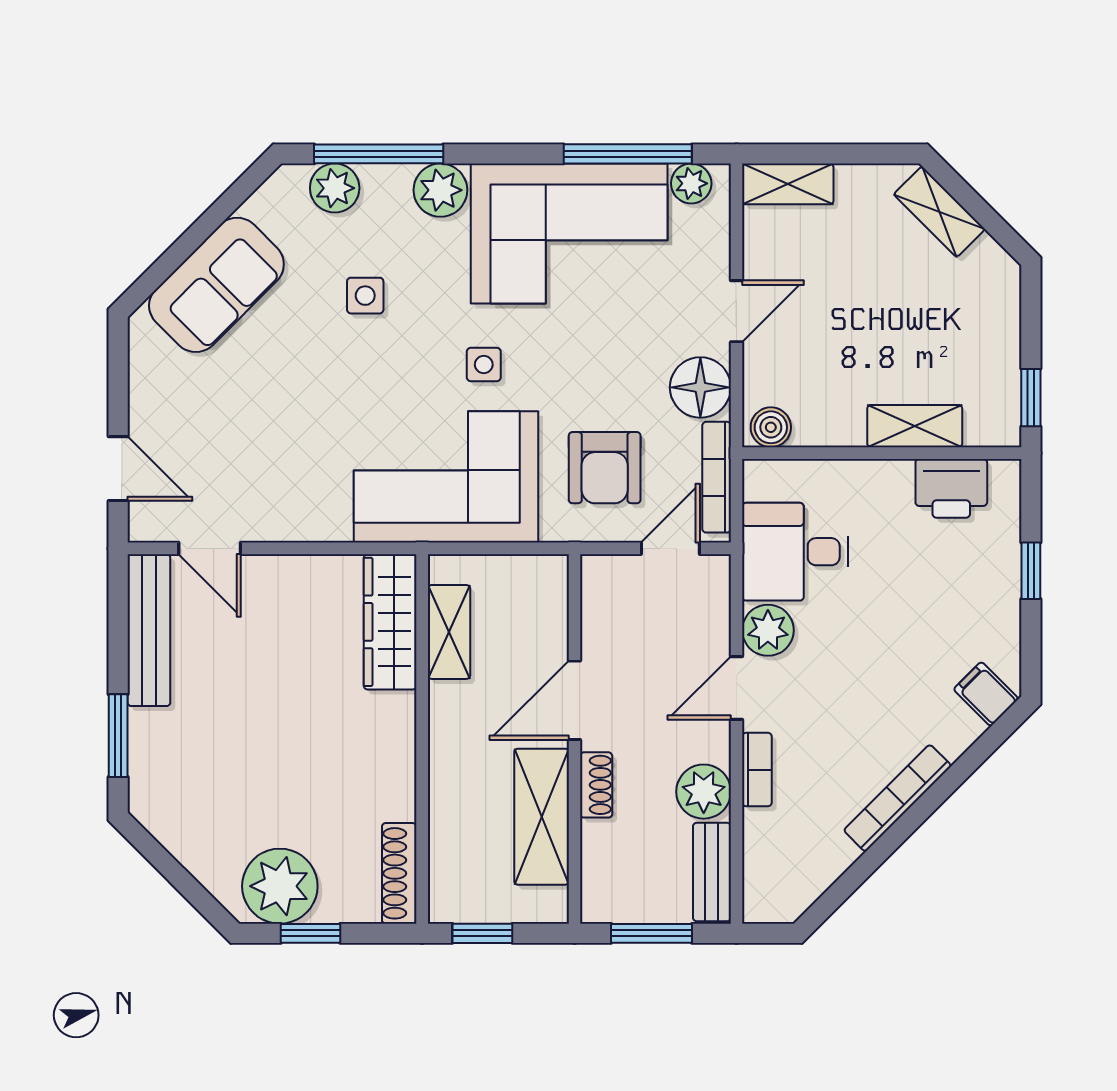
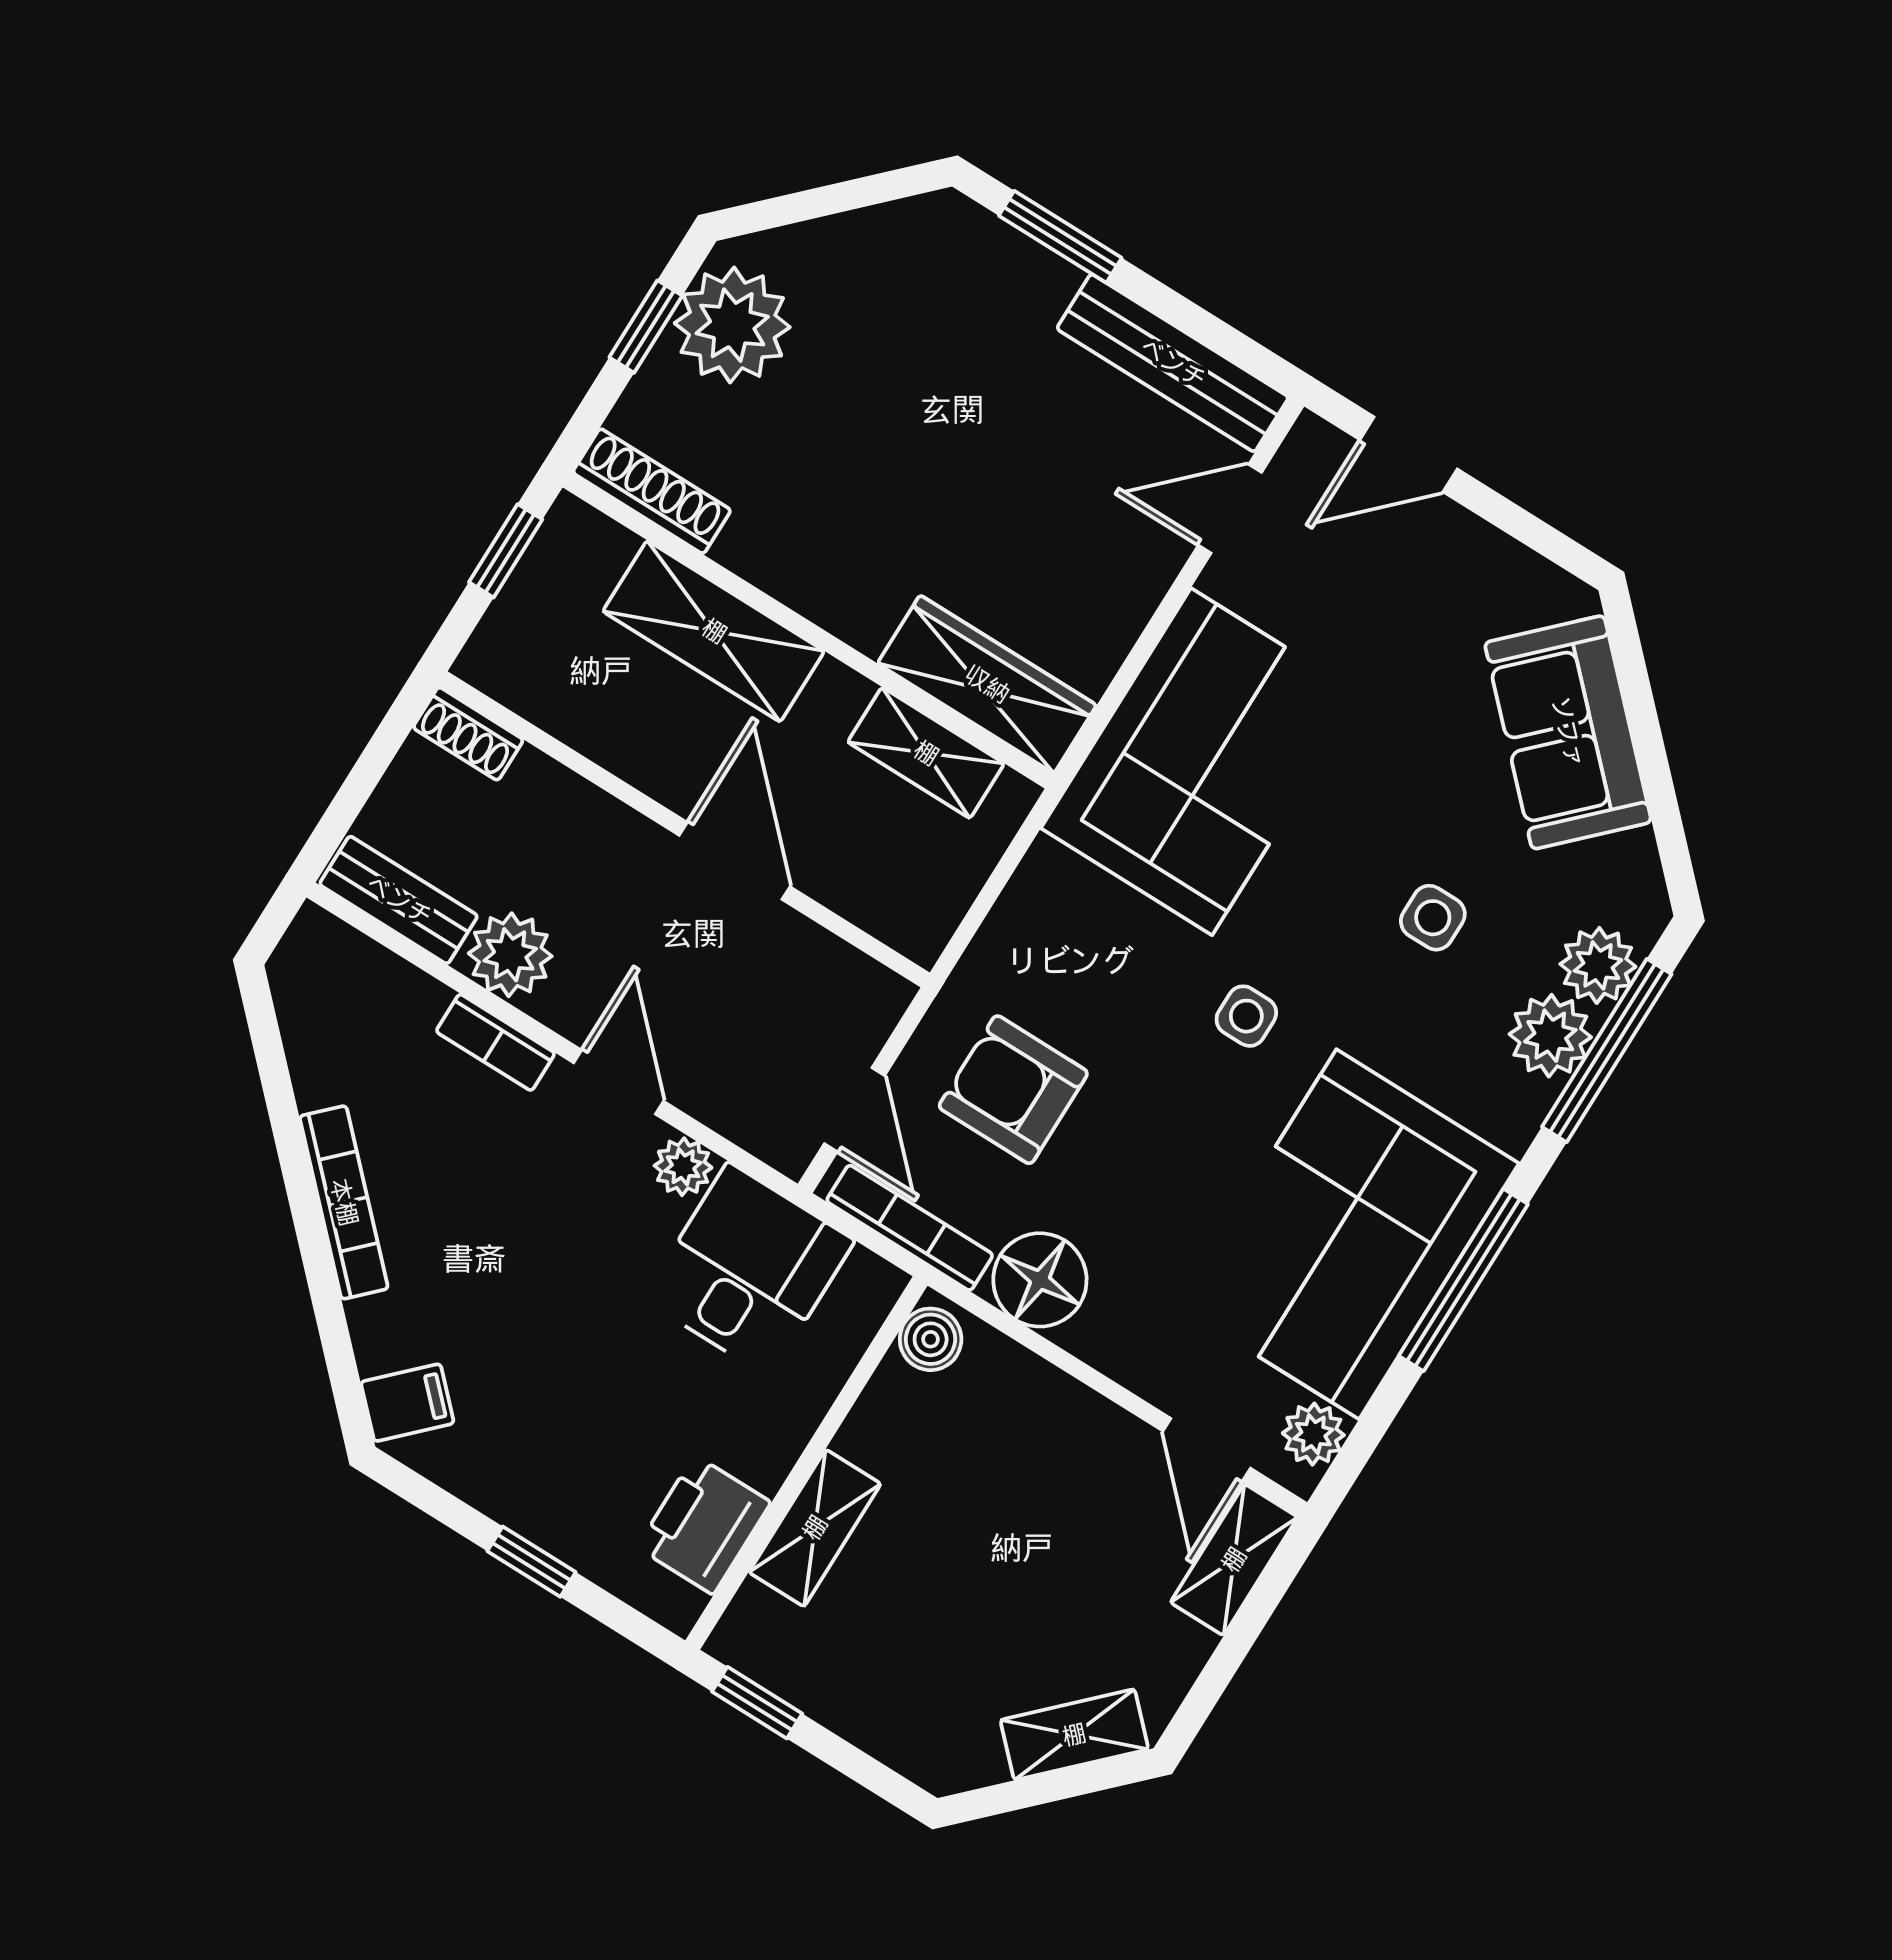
window: (628, 154) -> (1463, 1280), moved
plant: (440, 190) -> (1550, 1036), moved
door: (736, 311) -> (1207, 1450), moved
corner sofa: (446, 477) -> (1201, 762), moved
plant: (768, 630) -> (683, 1167), width x0.73, depth x0.73
shoe rack: (596, 785) -> (468, 734), moved
shelving: (542, 817) -> (714, 631), moved
window: (652, 933) -> (368, 771), removed

